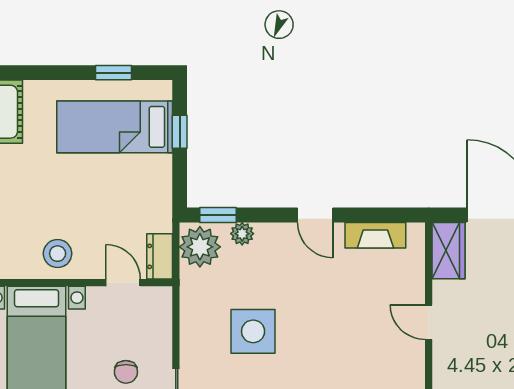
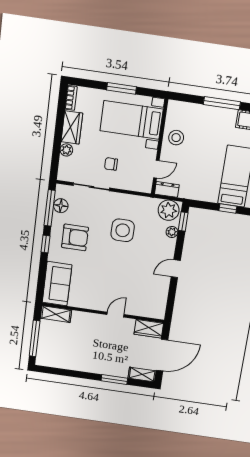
fireplace: (375, 235) -> (161, 296), removed

